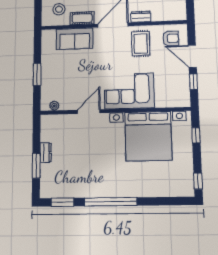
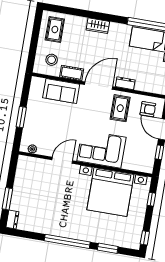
dresser: (46, 153) -> (12, 219), moved
window: (62, 202) -> (108, 248), moved

